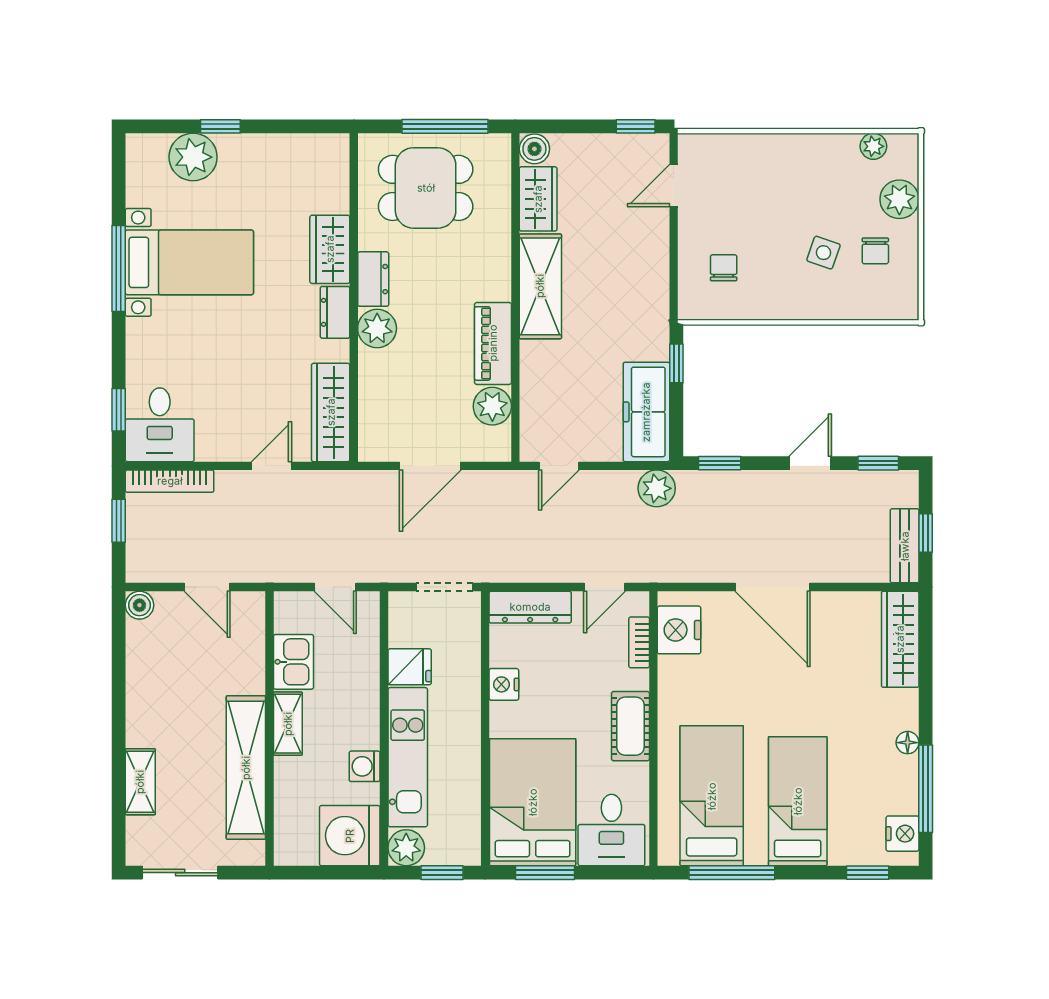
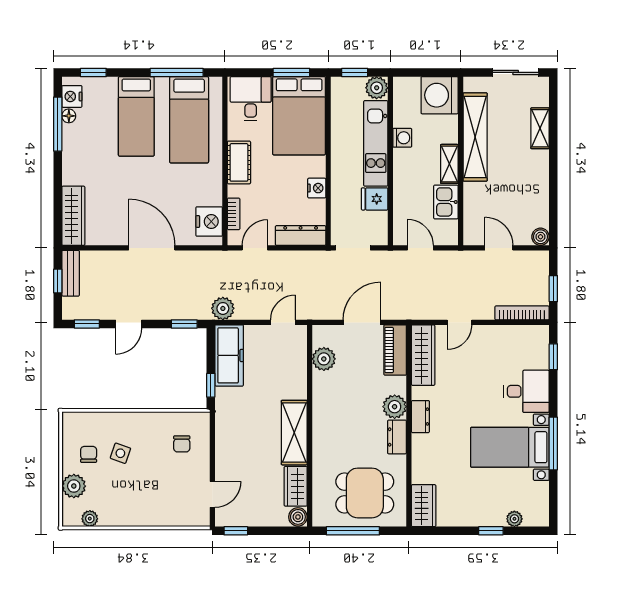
plant: (193, 157) -> (514, 519), width x0.53, depth x0.53
wardrobe: (330, 249) -> (424, 506), moved
piano: (493, 343) -> (395, 350), moved, turned 180
desk: (160, 425) -> (526, 391), moved, turned 90
floor lamp: (908, 743) -> (69, 116), moved
washing machine: (350, 836) -> (440, 95), moved, turned 180

